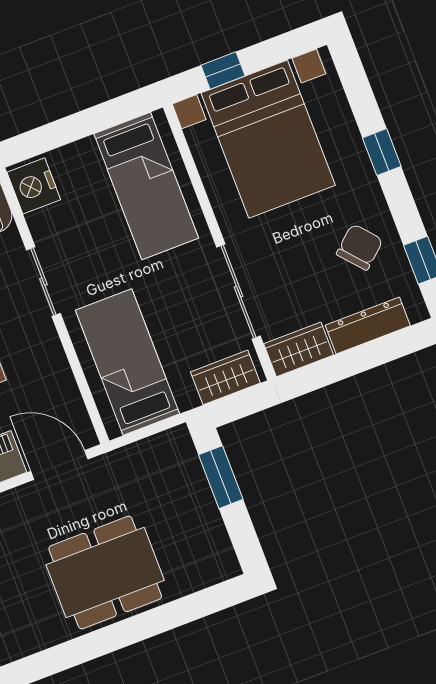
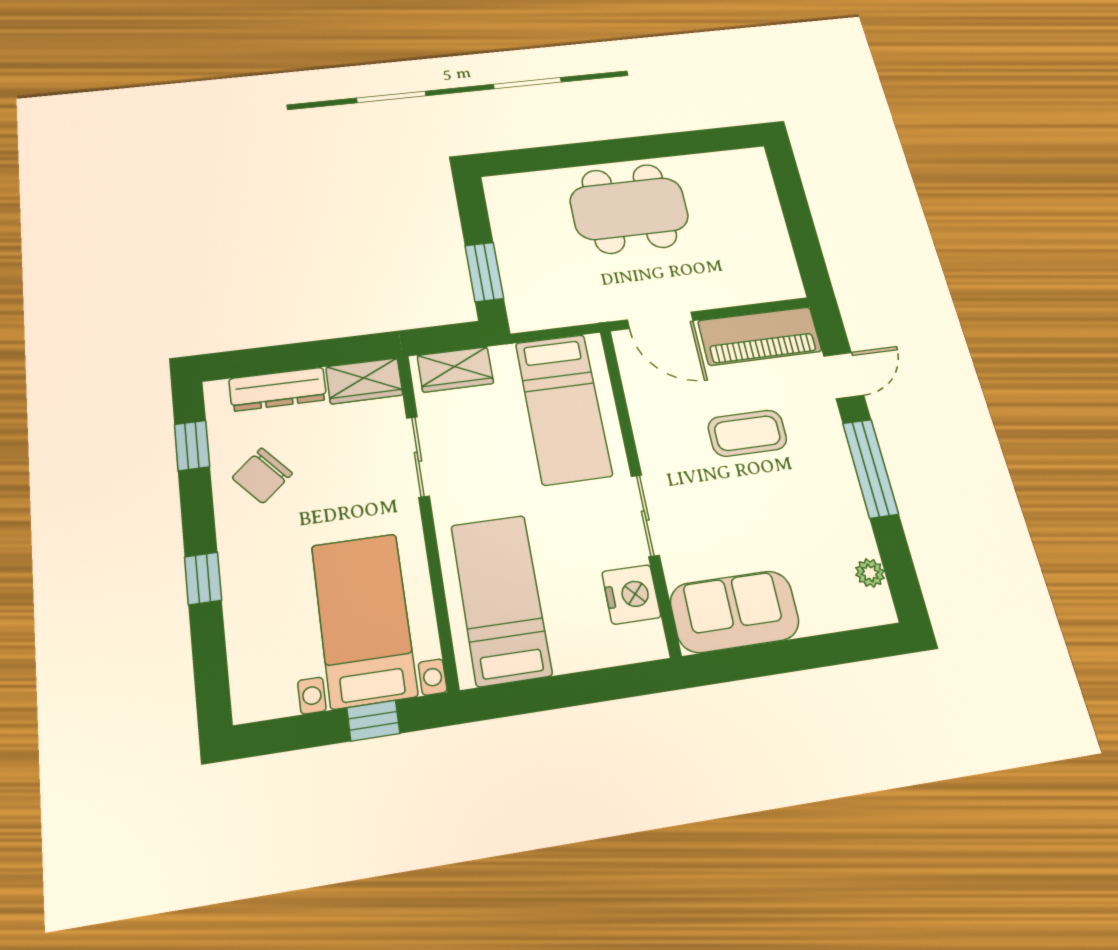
bed with nightstands: (268, 139) -> (364, 620), width x0.73
nightstand: (34, 186) -> (631, 594), moved
sliding door: (239, 292) -> (418, 457), width x0.73

